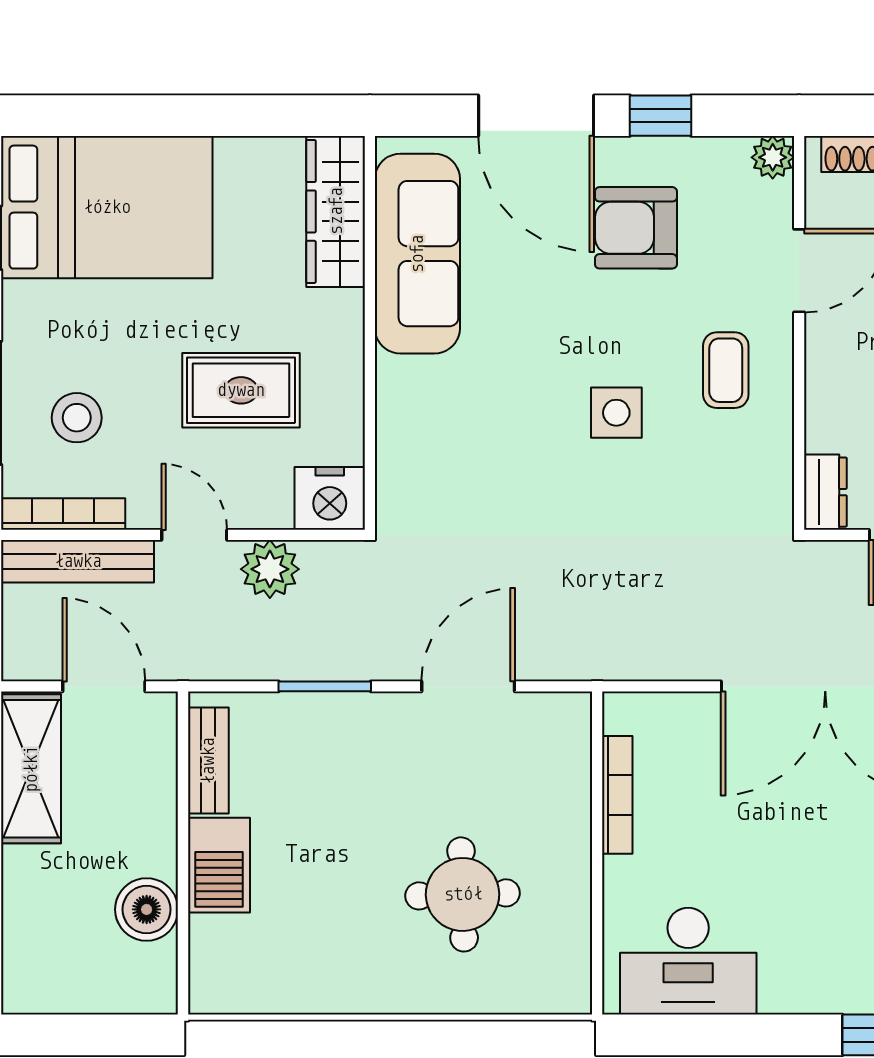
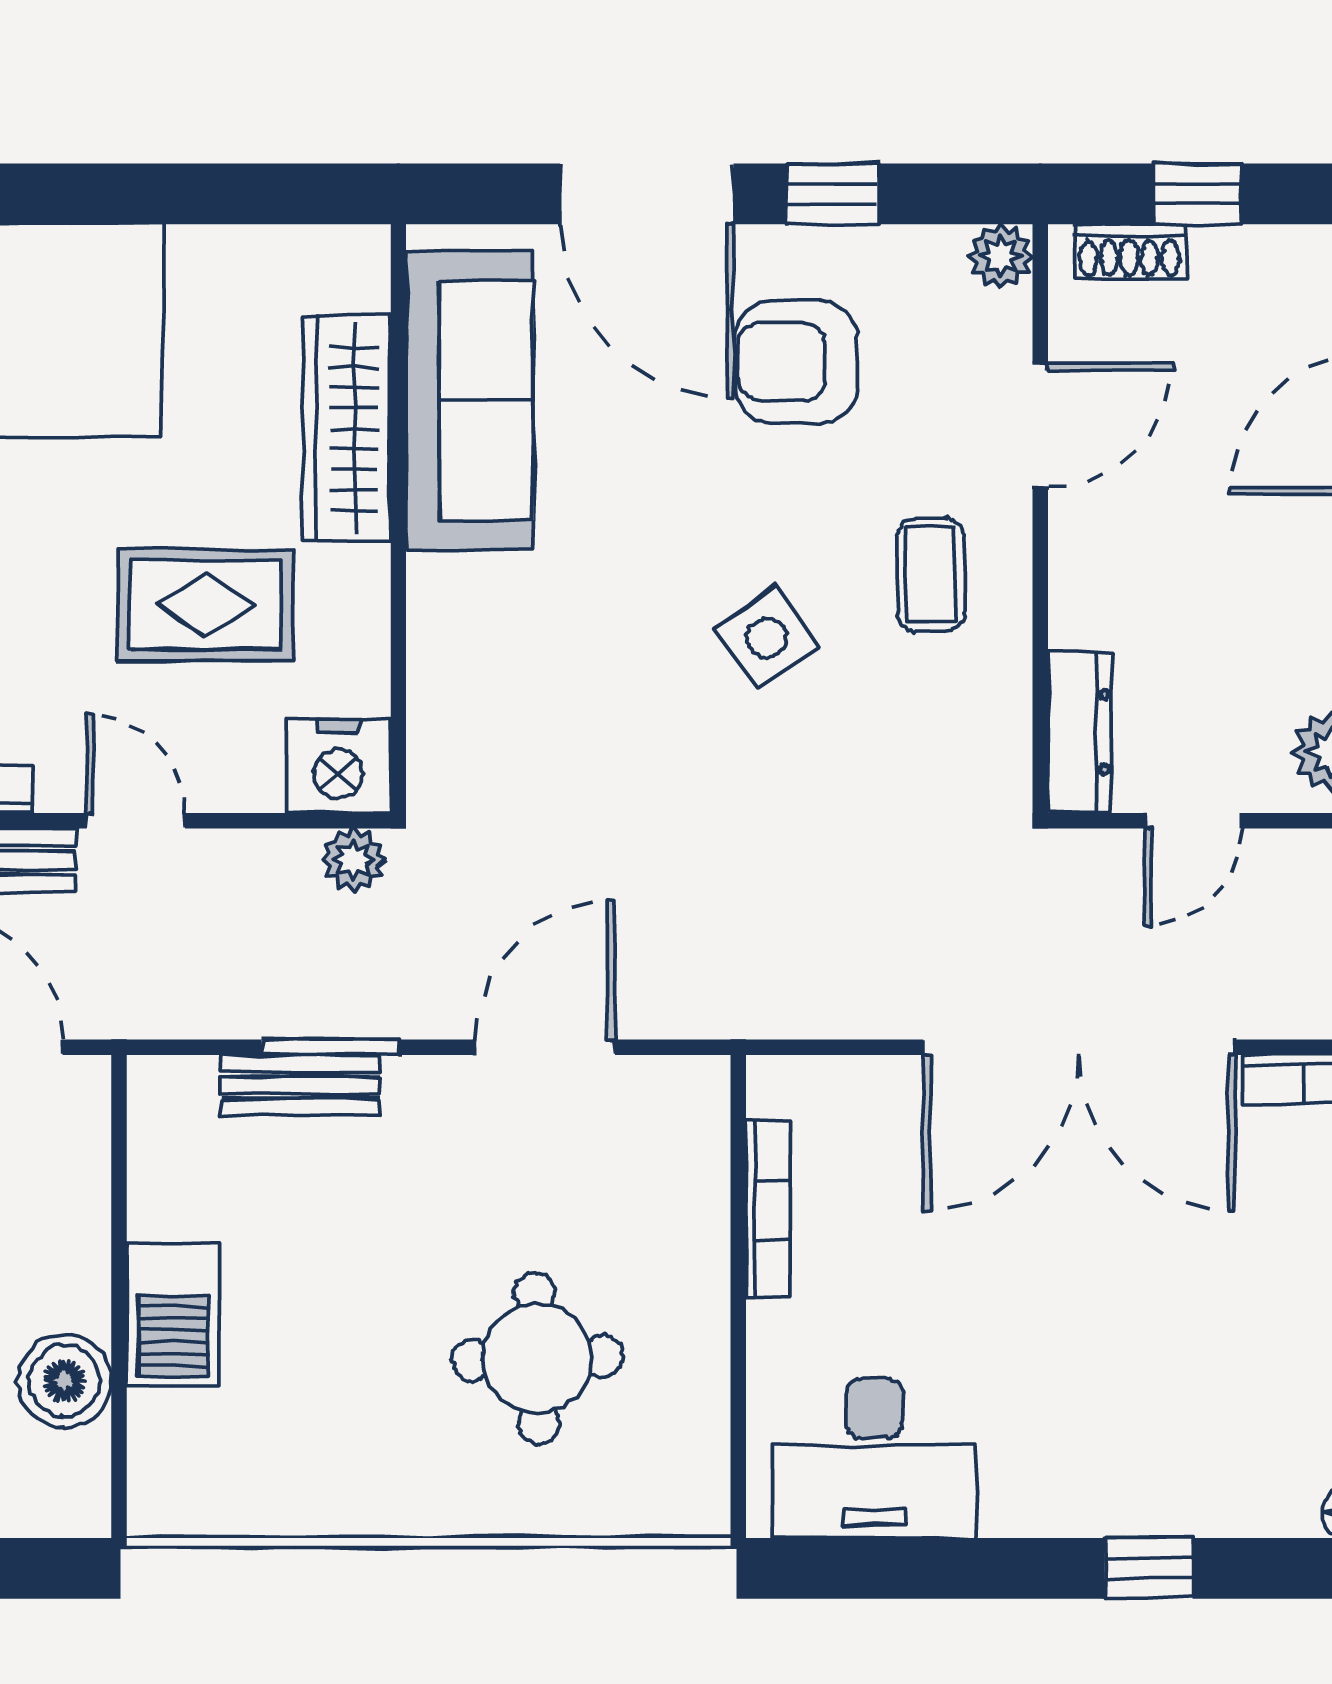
wardrobe: (336, 211) -> (347, 429), moved
side table: (616, 413) -> (767, 638), turned -35
dresser: (825, 492) -> (1080, 732), width x1.44
plant: (270, 569) -> (353, 860), moved, width x0.73, depth x0.73
bench: (208, 761) -> (300, 1085), moved, turned 90

